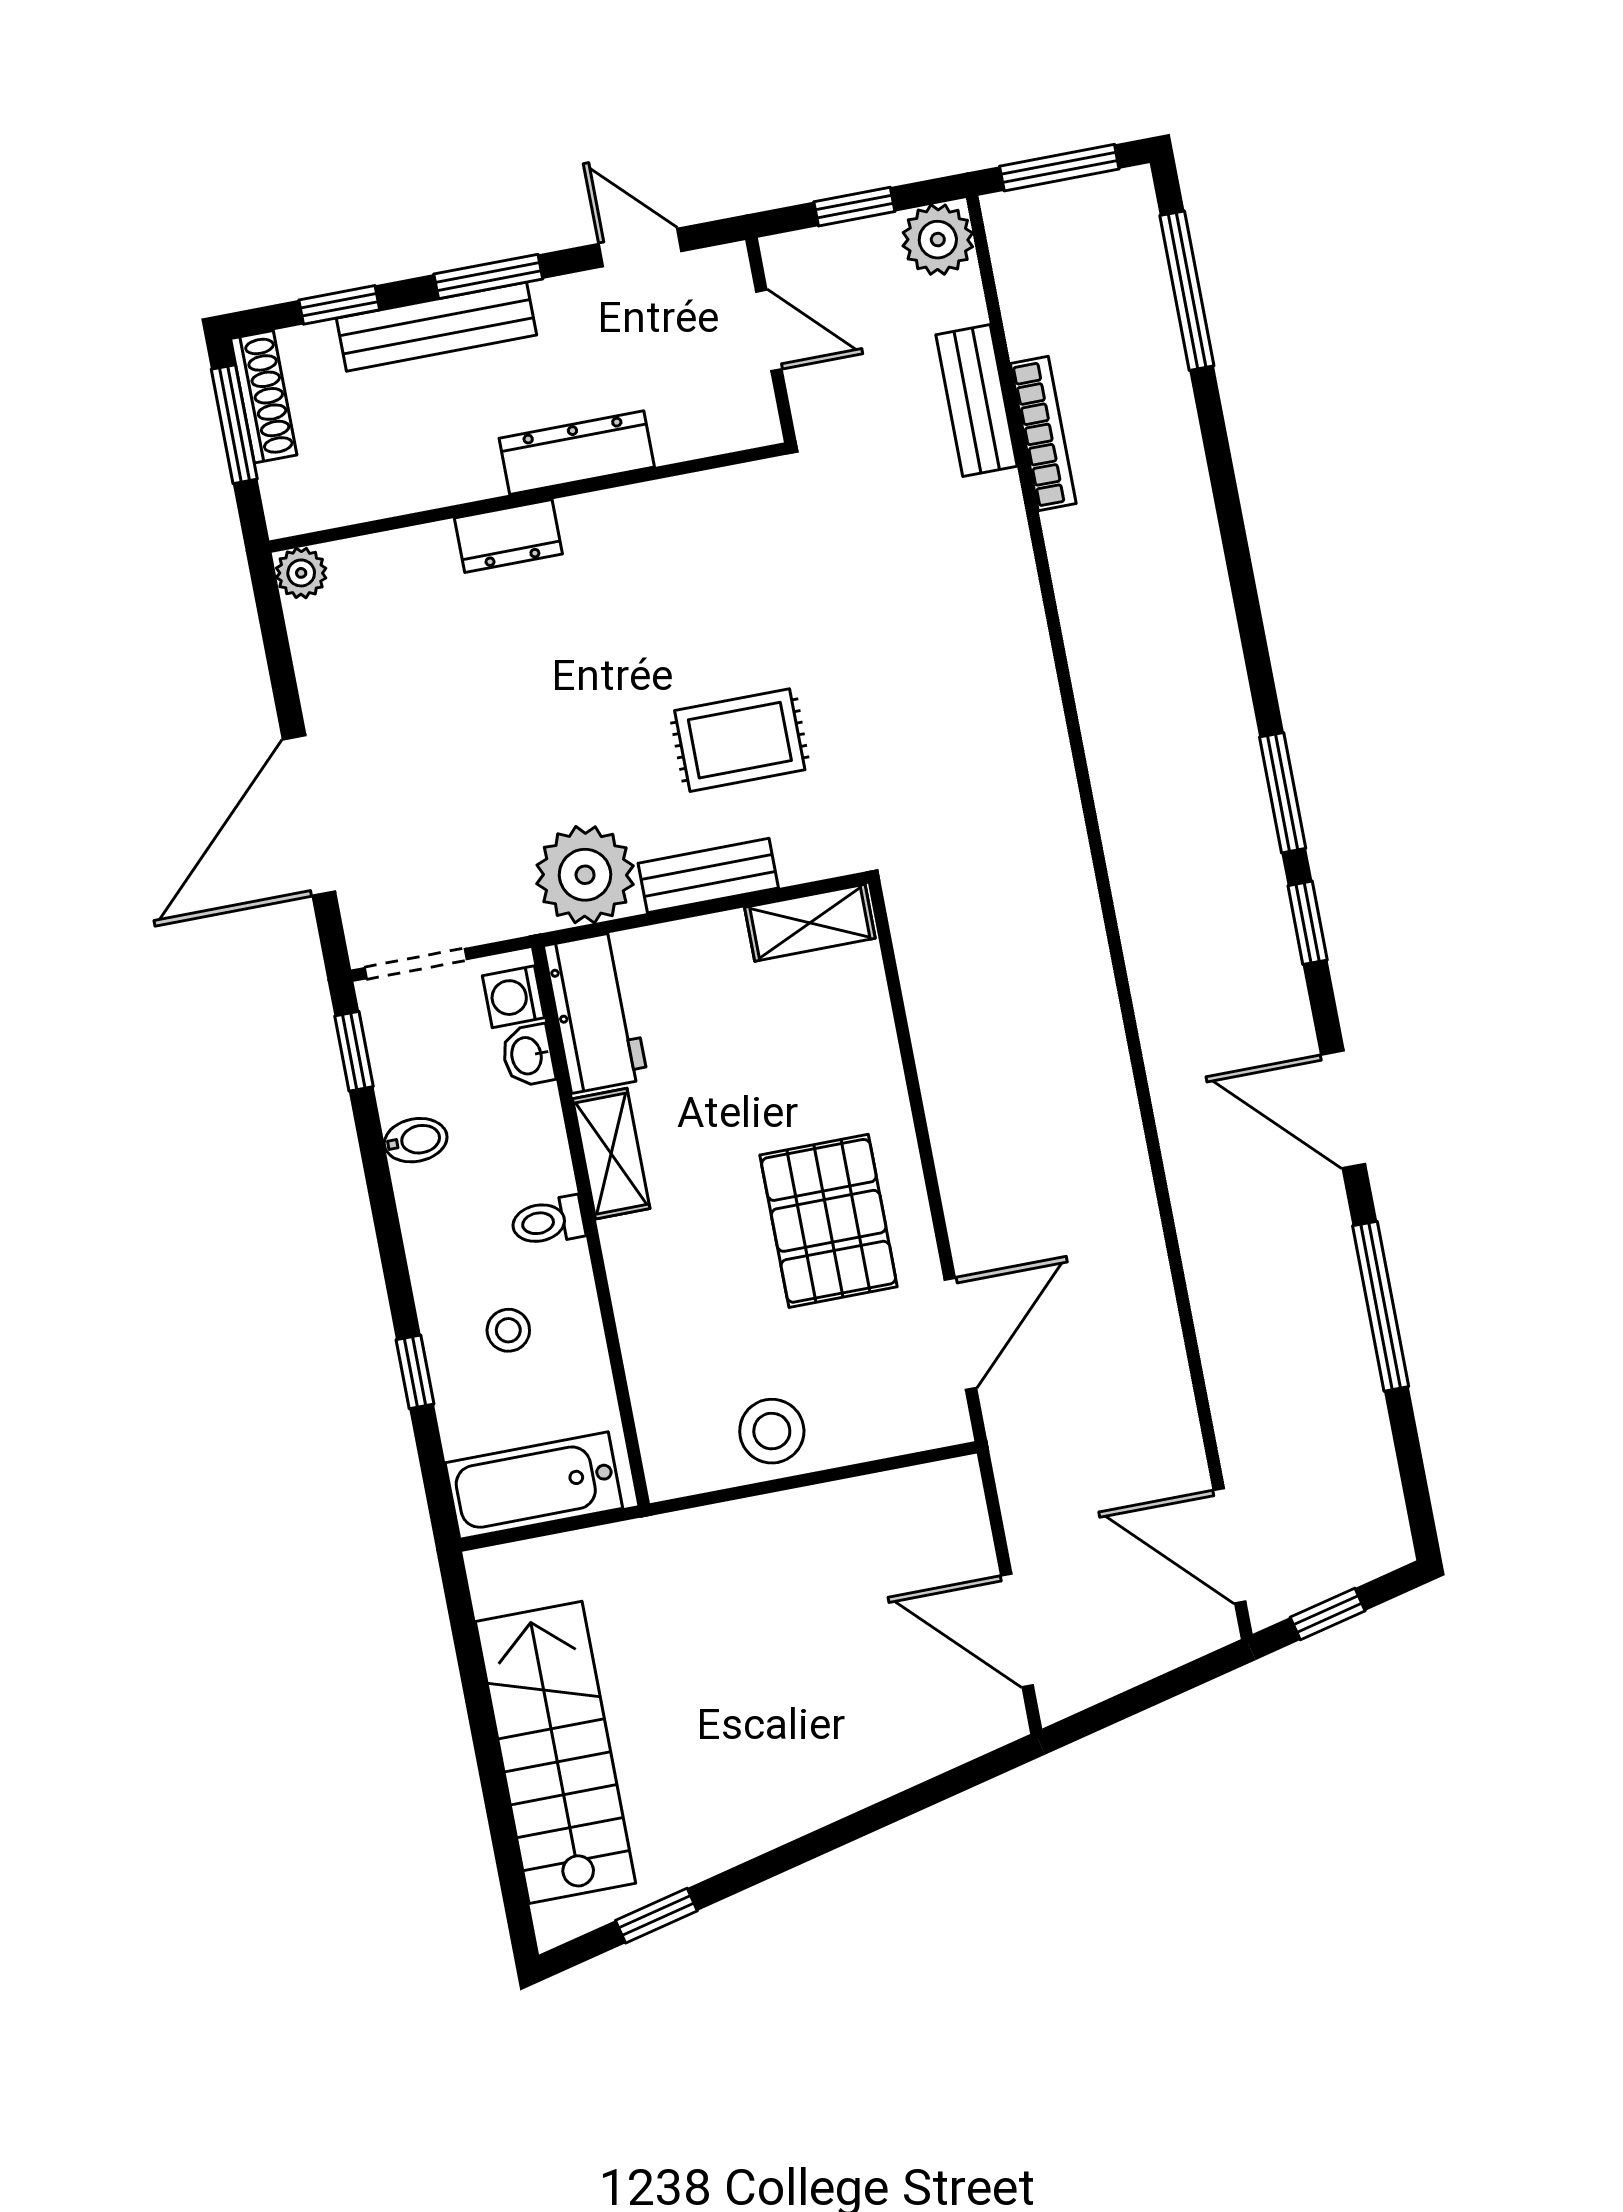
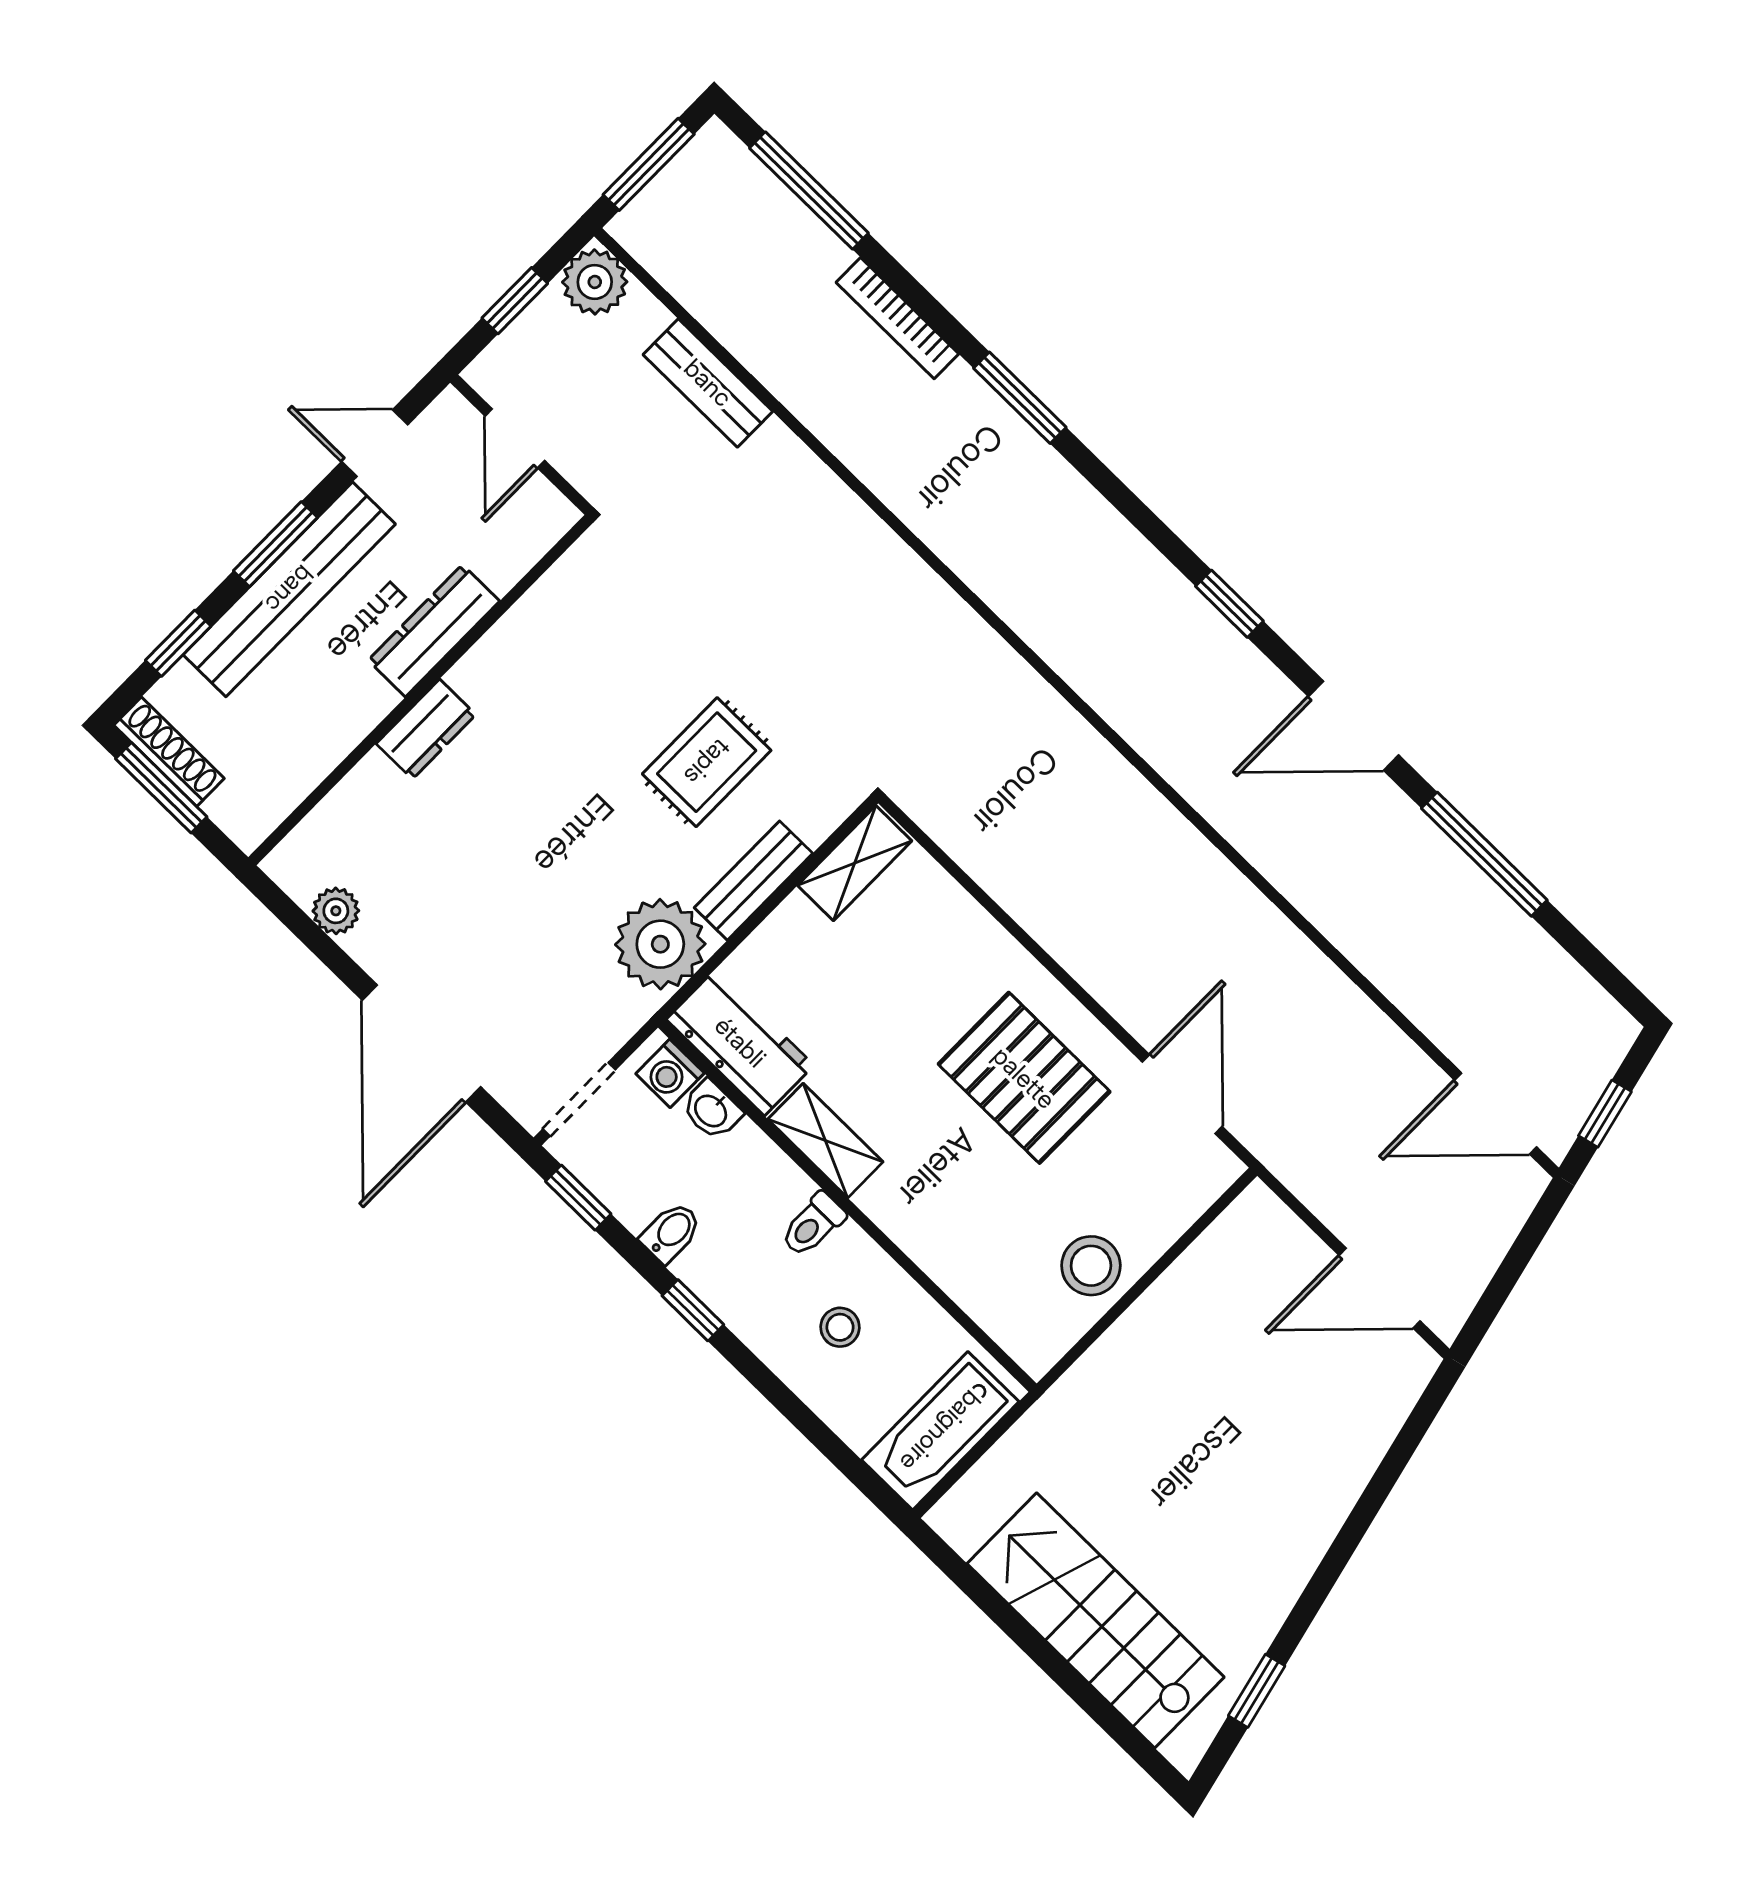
bench: (437, 327) -> (289, 589), width x1.37, depth x1.21
door: (769, 330) -> (515, 438), swing flipped
bookcase: (1043, 434) -> (897, 318), moved, turned 180
plant: (301, 573) -> (336, 911), moved
window: (1283, 793) -> (1020, 398), moved
window: (415, 1372) -> (693, 1310), moved

